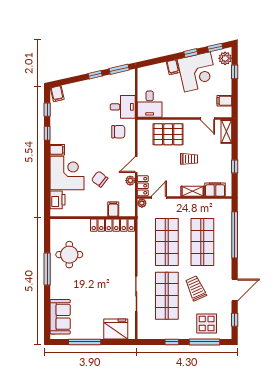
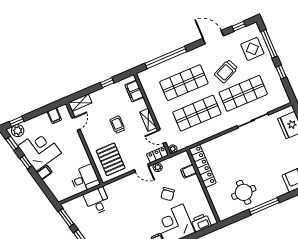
window: (235, 72) -> (17, 121), moved
chair: (118, 132) -> (120, 196), removed
pallet: (168, 134) -> (111, 159), moved
shelving: (193, 191) -> (148, 120), moved

